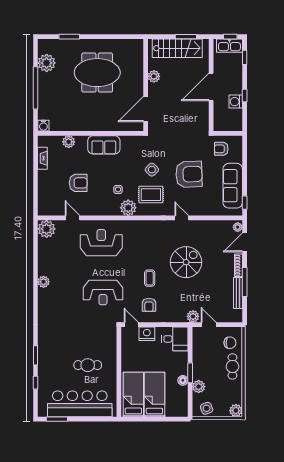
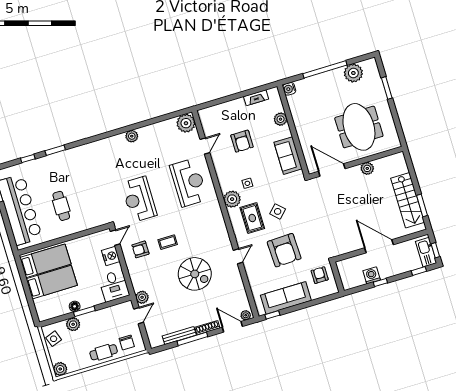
plant: (154, 76) -> (367, 168), moved
wall: (146, 85) -> (356, 163), moved
door: (146, 109) -> (332, 170), moved

